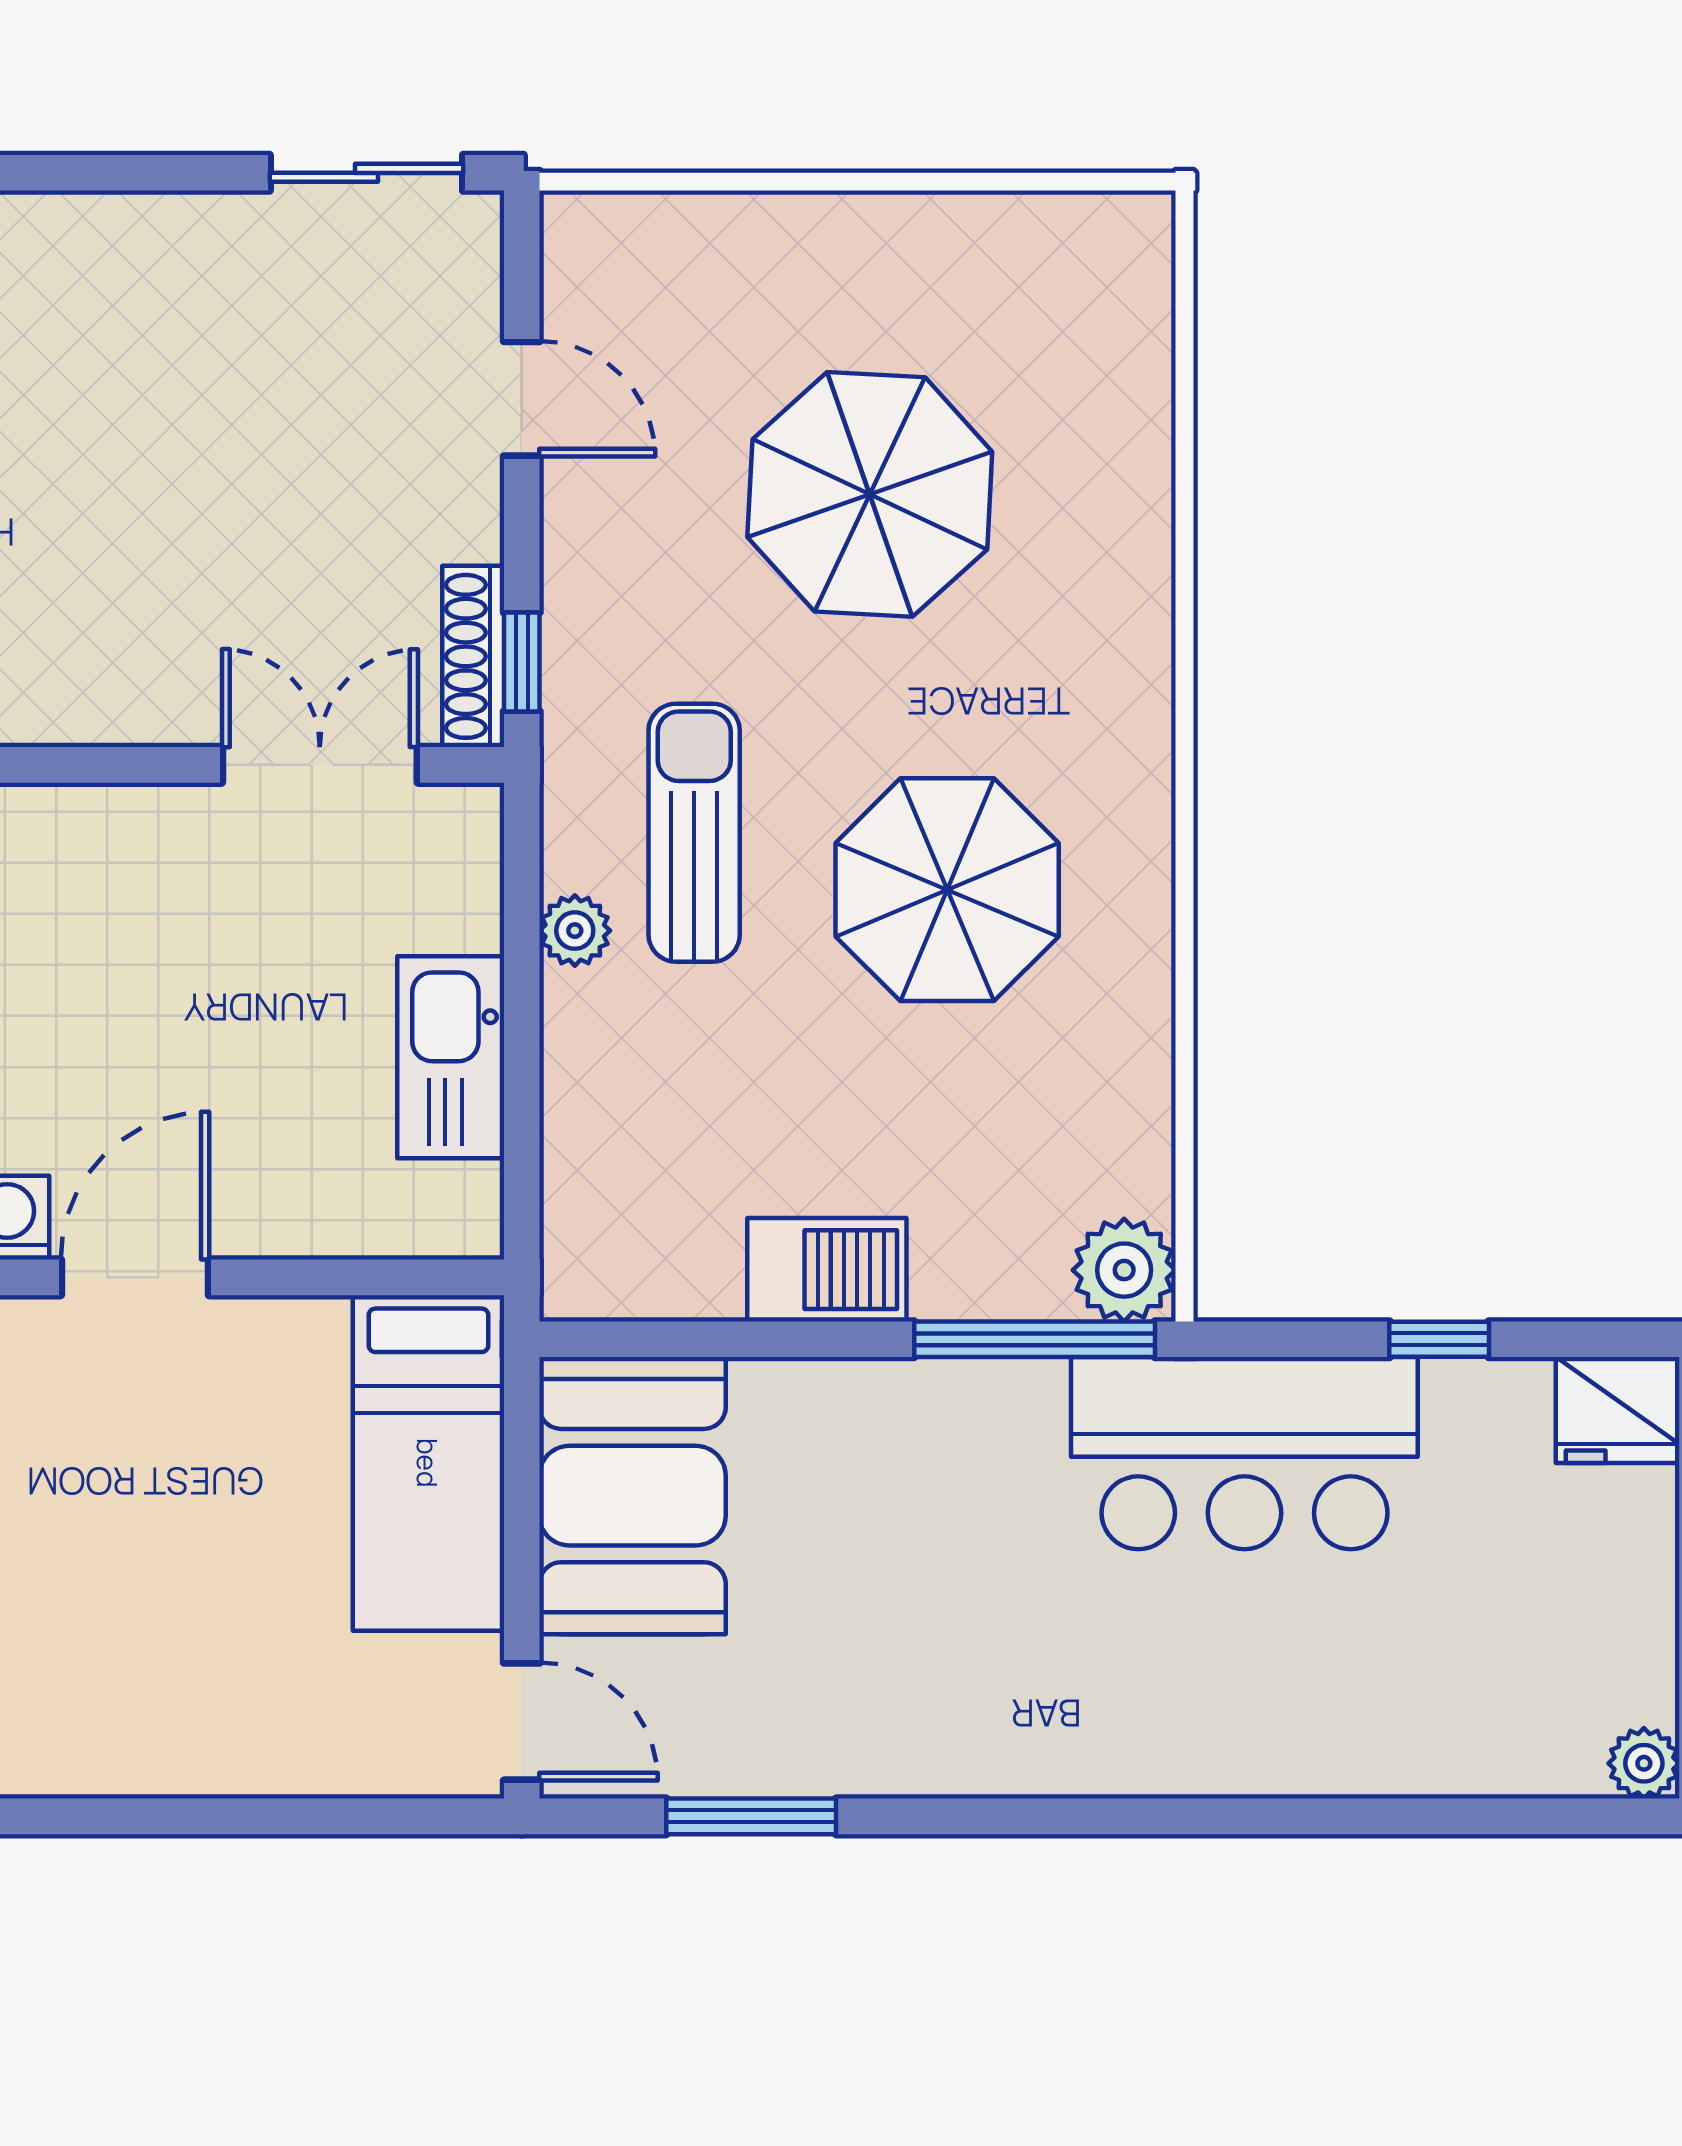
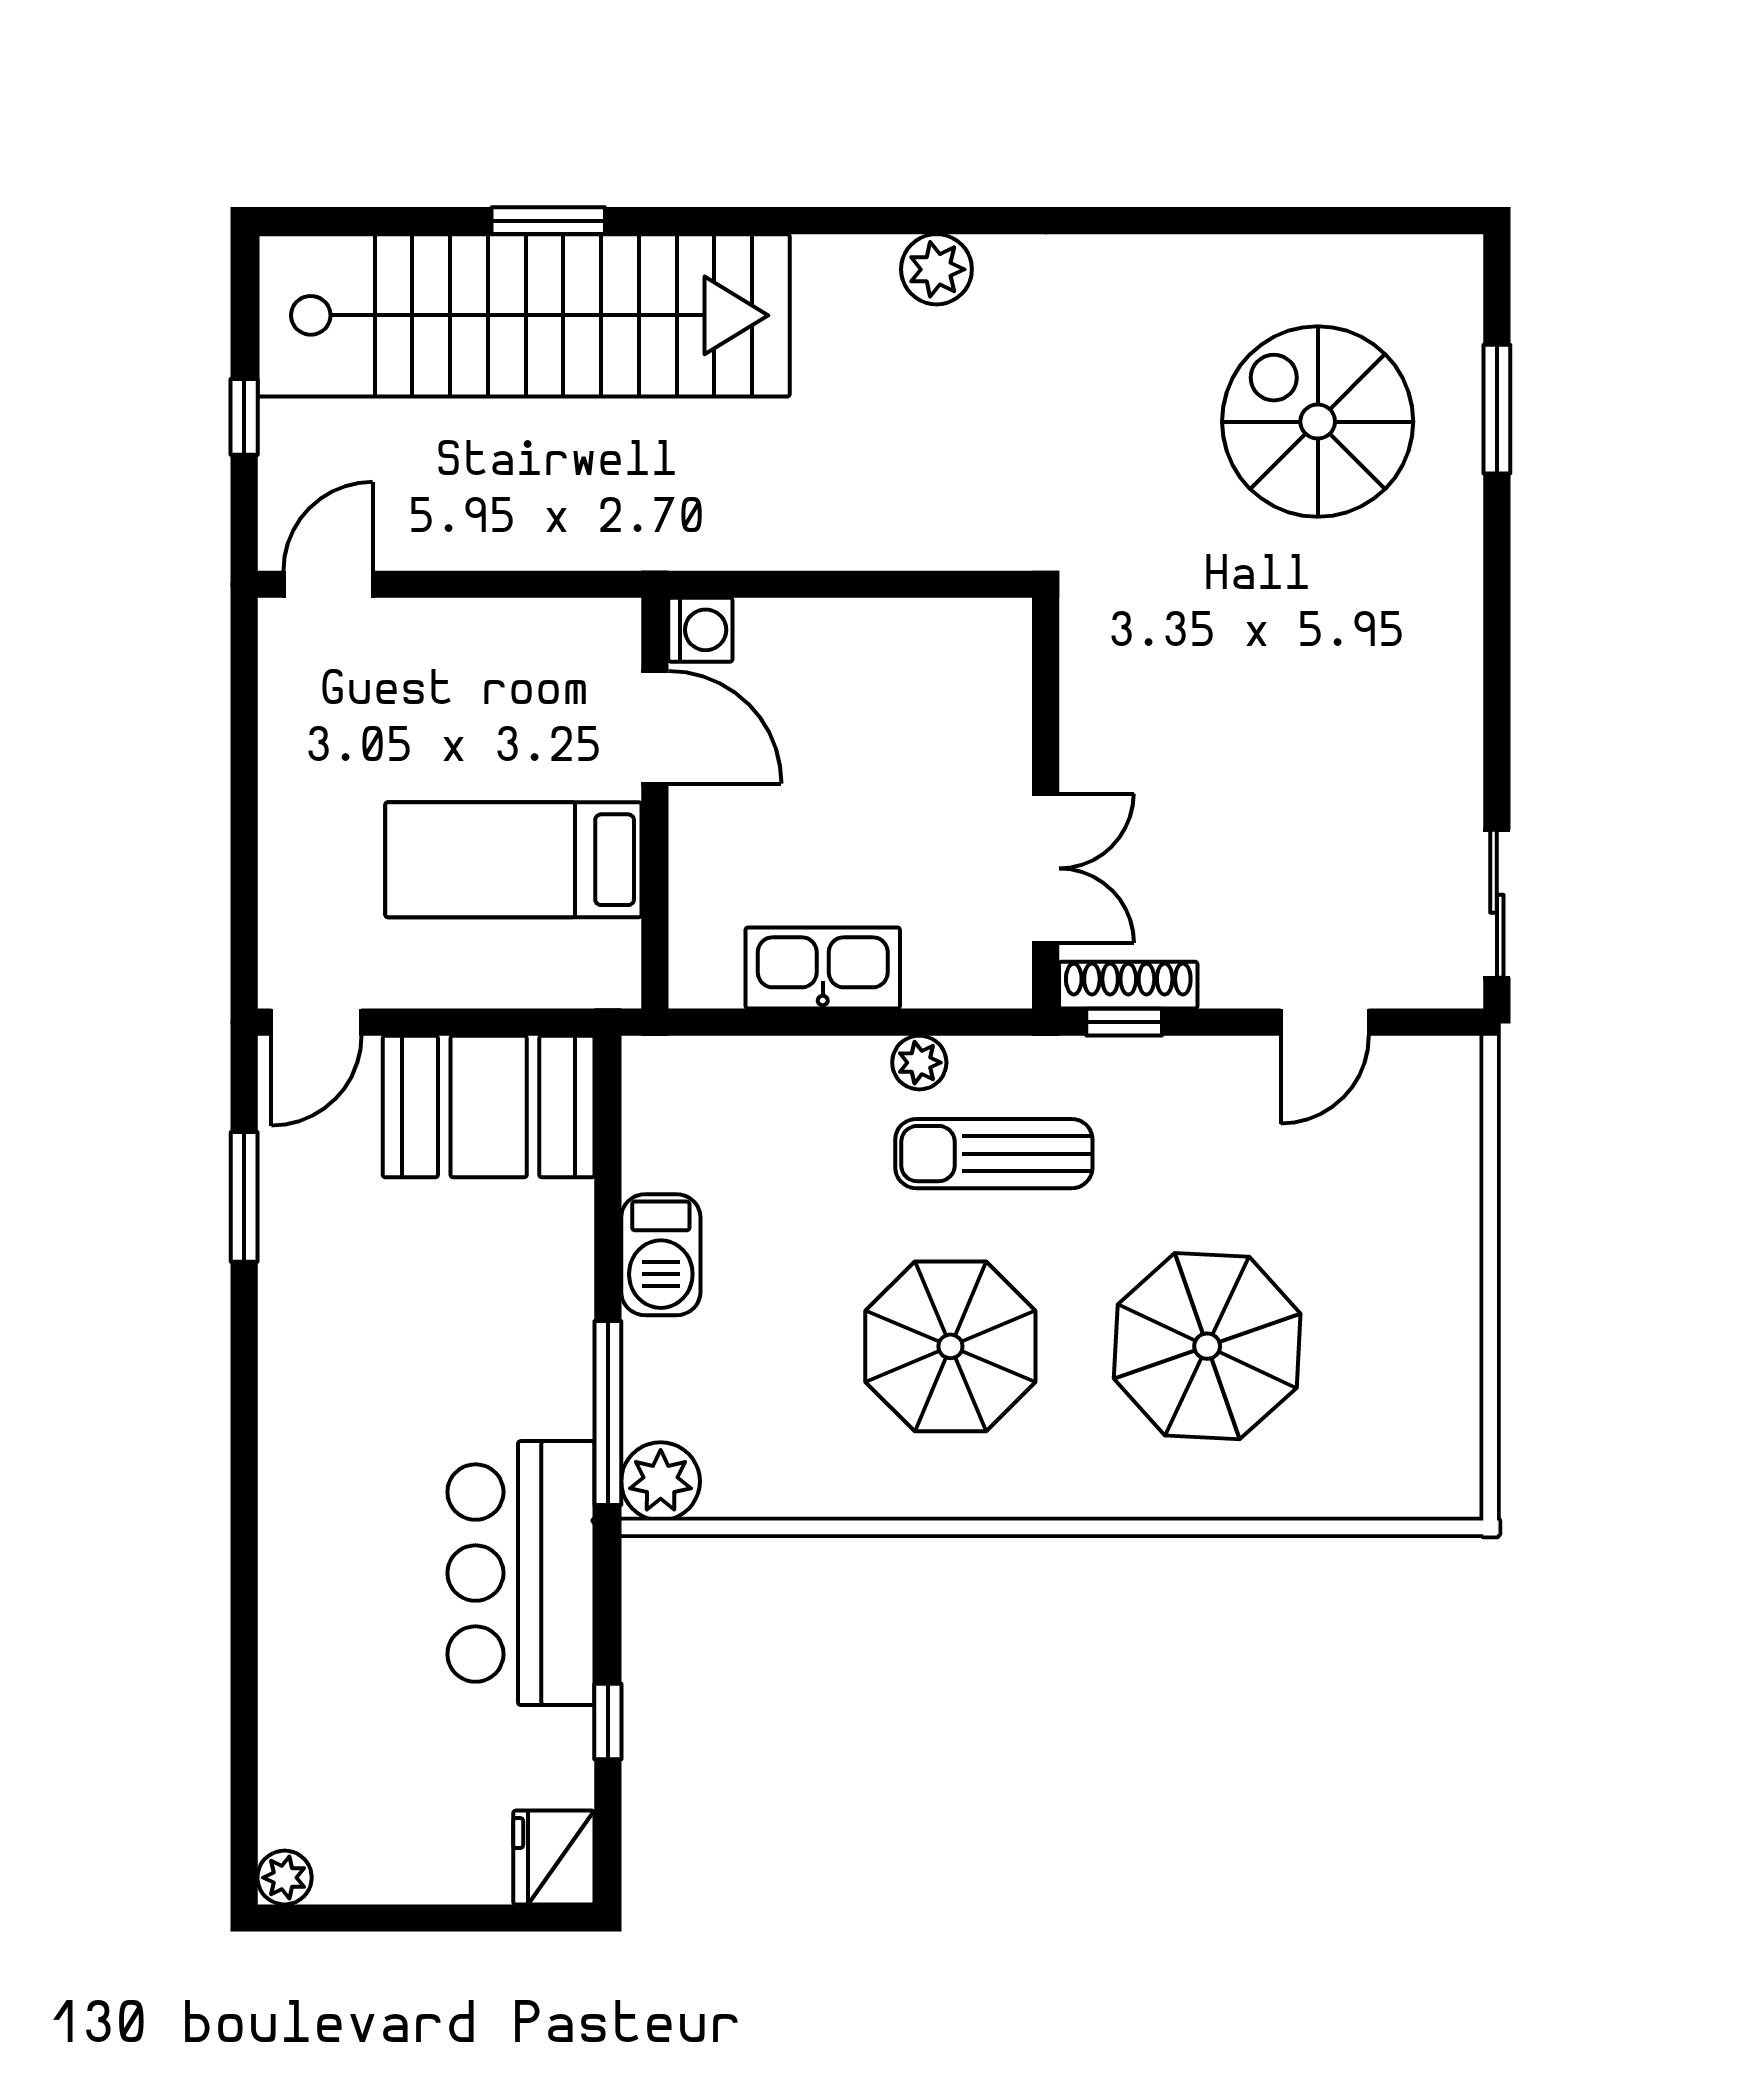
parasol: (870, 494) -> (1207, 1346), moved
sun lounger: (694, 833) -> (994, 1154), turned 180
bed: (428, 1463) -> (513, 860), moved

